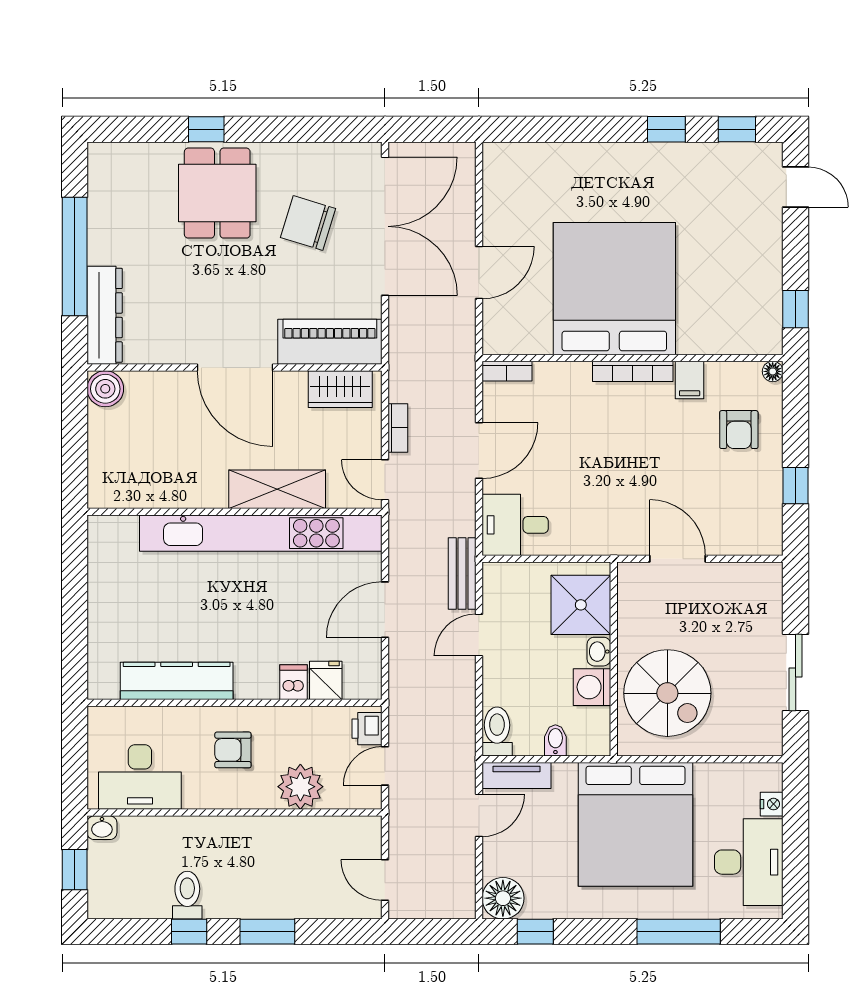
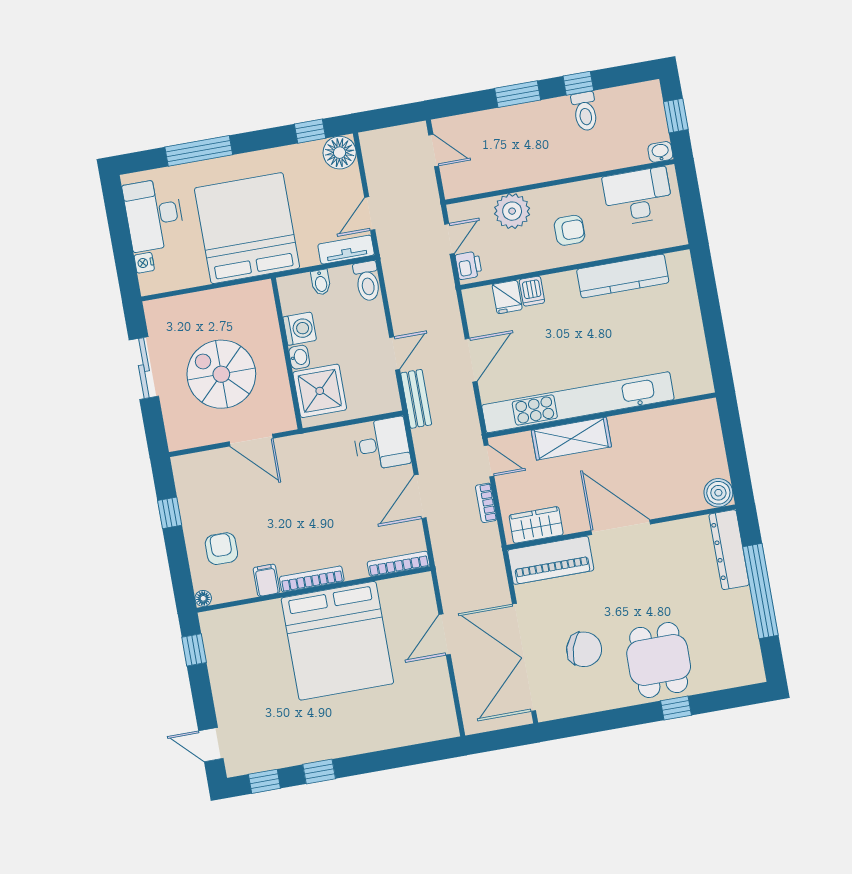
bookcase: (507, 371) -> (398, 564), width x1.56
spiral stairs: (667, 693) -> (221, 374), moved

